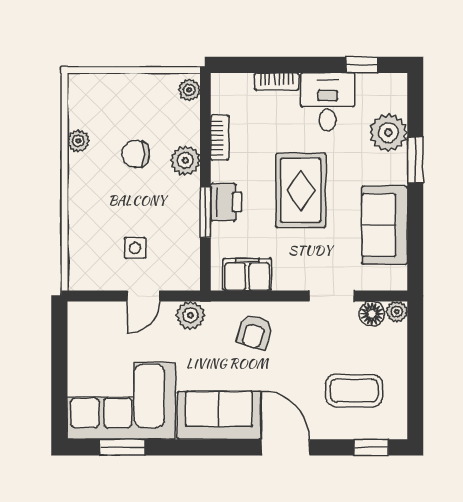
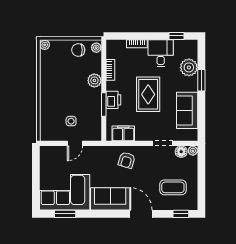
plant: (78, 141) -> (45, 45), moved
chair: (136, 154) -> (78, 50), moved
plant: (190, 315) -> (97, 152), removed

